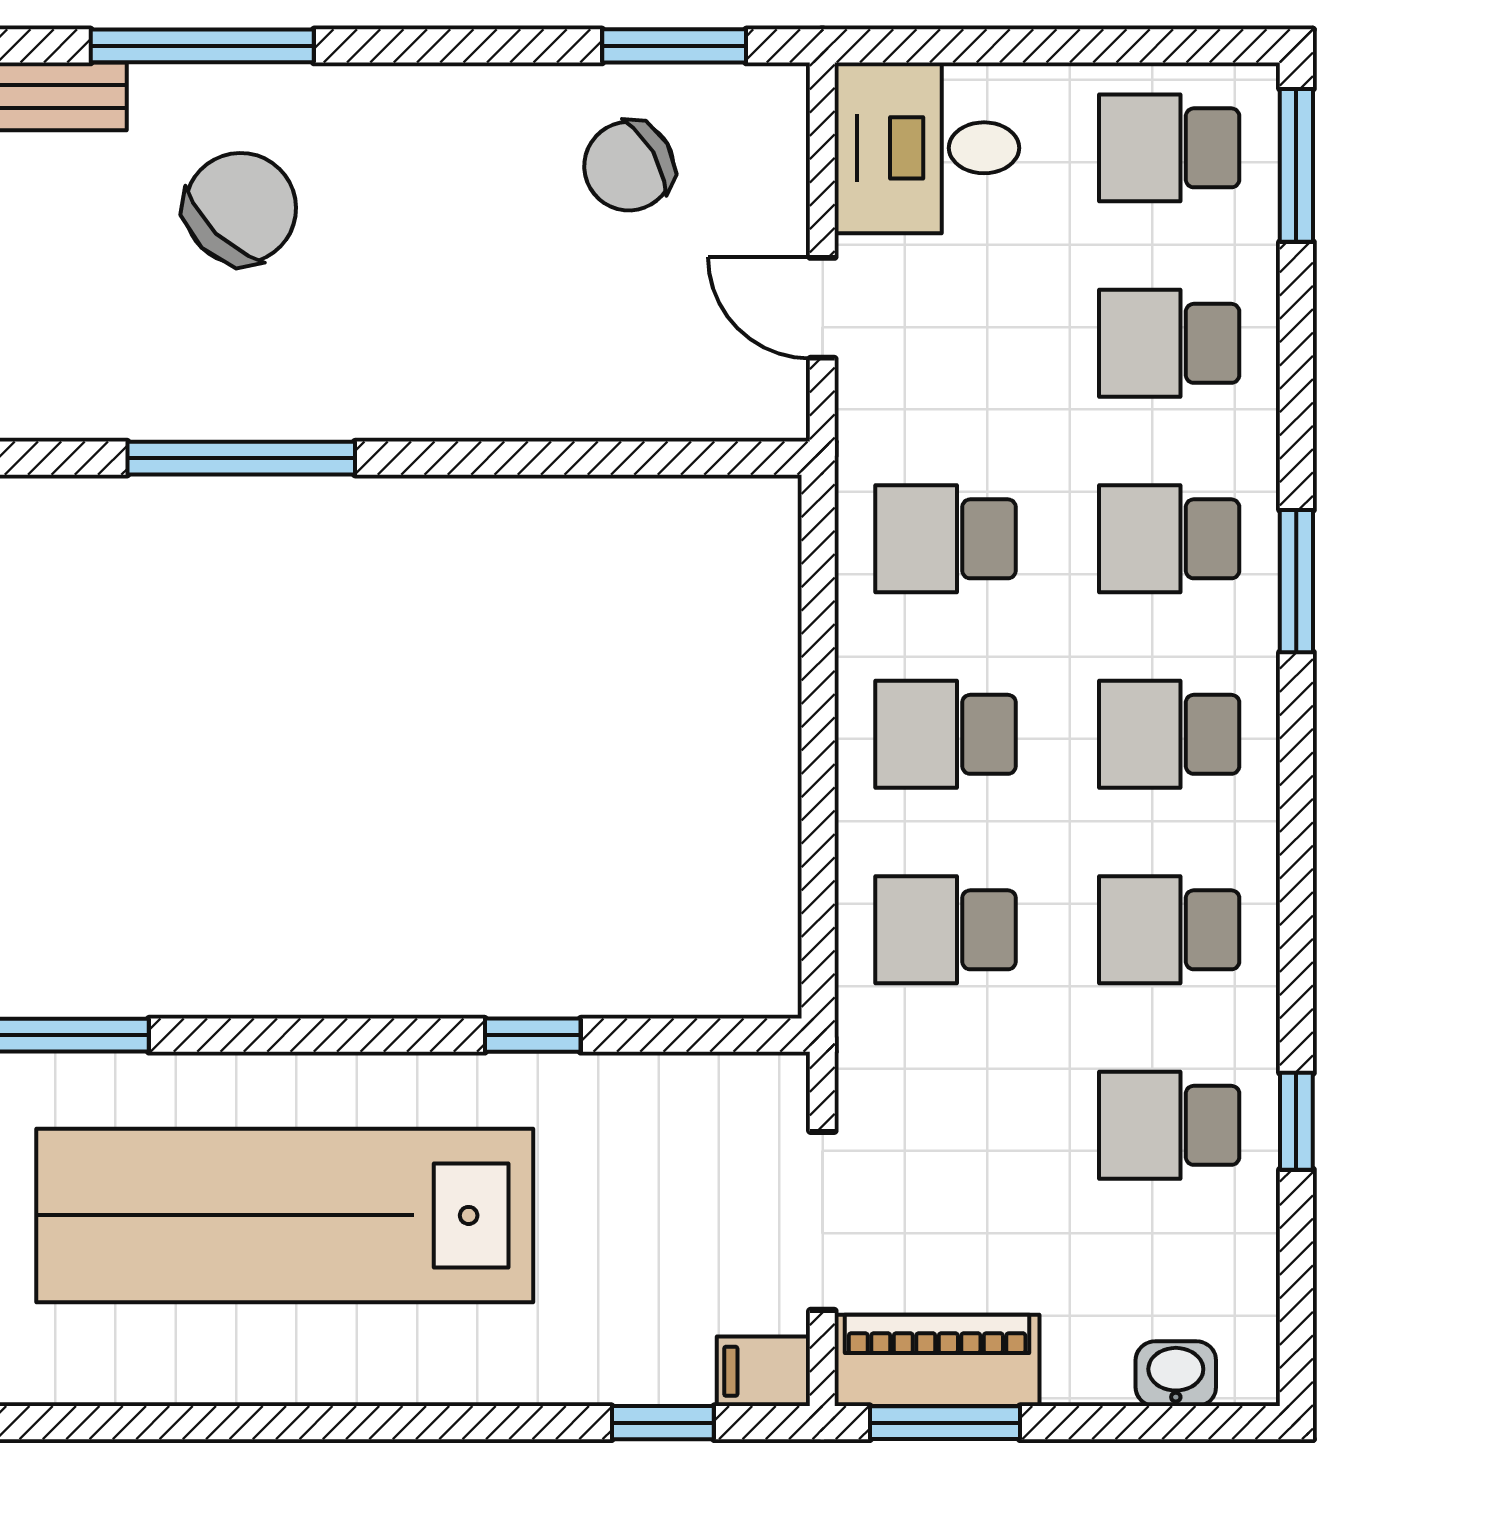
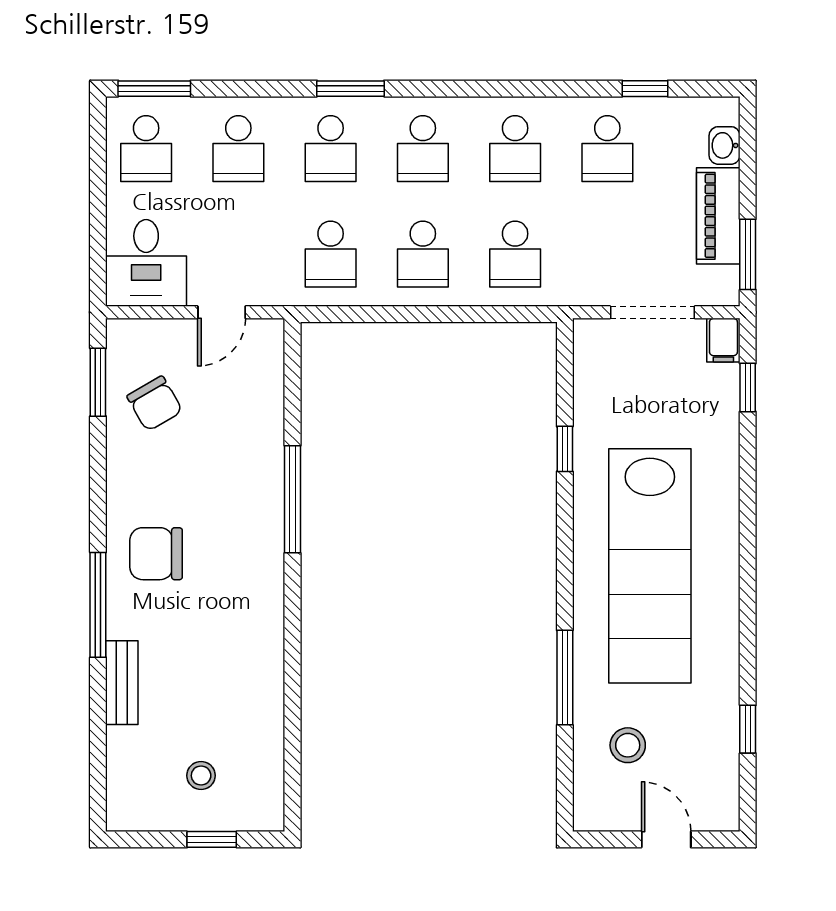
chair: (240, 208) -> (156, 554), moved, turned -44
window: (241, 458) -> (292, 499), moved
window: (1296, 1121) -> (645, 89), moved
piano: (937, 1360) -> (718, 216), moved

